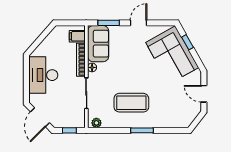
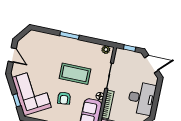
armchair: (133, 56) -> (64, 98), added
coffee table: (131, 103) -> (75, 74), moved
door: (40, 117) -> (152, 64), hinge flipped

